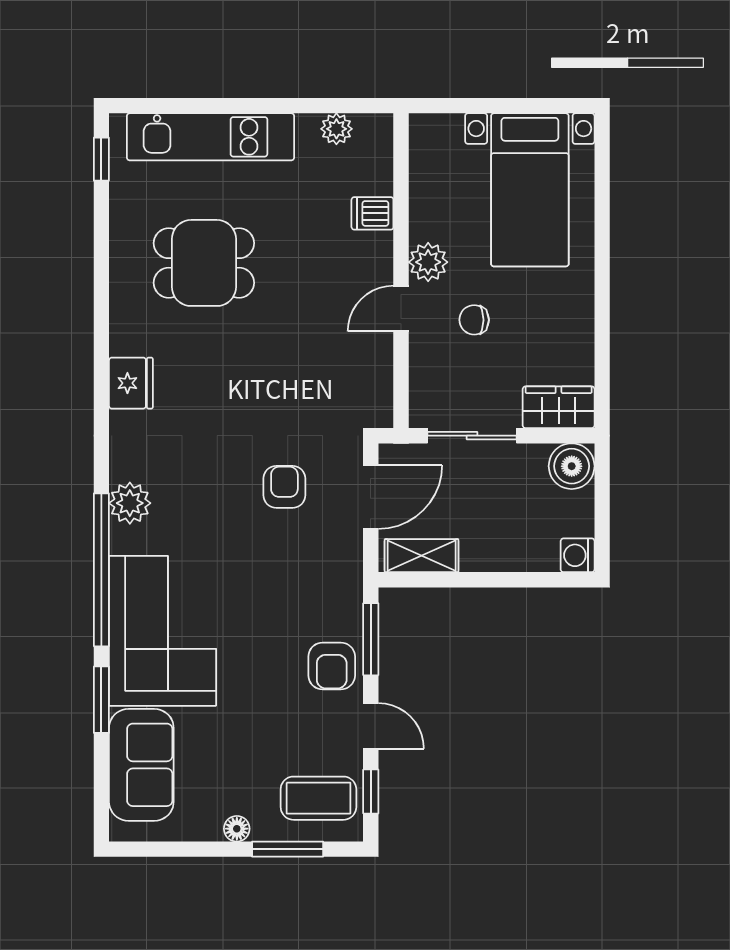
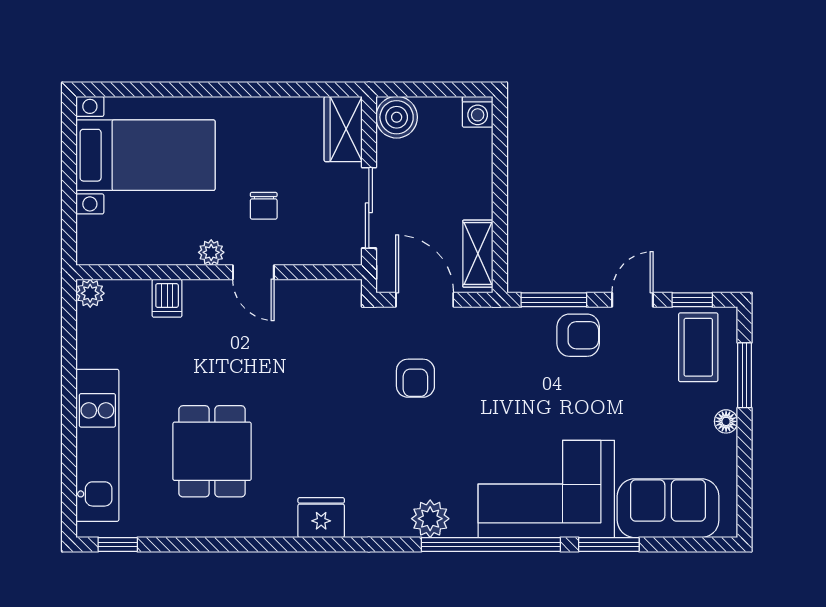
plant: (336, 129) -> (90, 293), moved
plant: (428, 262) -> (211, 252), width x0.73, depth x0.73
armchair: (284, 487) -> (415, 378), turned -90

